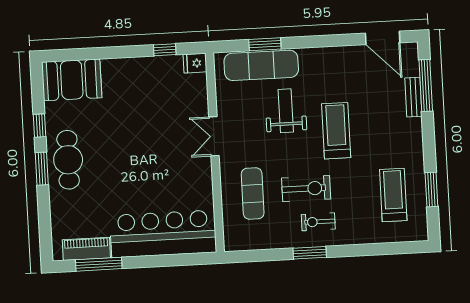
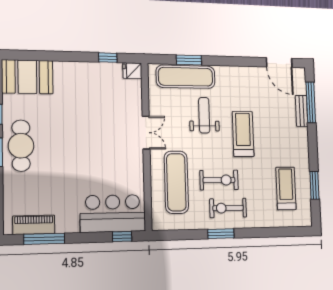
double door: (214, 136) -> (146, 133), swing flipped
exercise mat: (253, 193) -> (176, 182), width x1.36, depth x1.45
exercise bike: (318, 222) -> (228, 208), width x1.38, depth x1.39
bar counter: (163, 234) -> (113, 213), width x0.73
window: (189, 259) -> (122, 237), added

